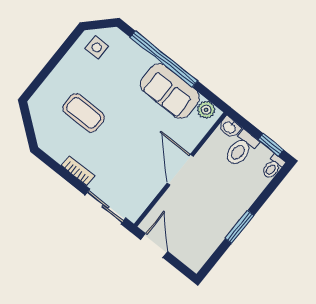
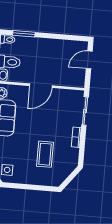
window: (240, 227) -> (24, 34), moved
door: (154, 245) -> (89, 60), moved

